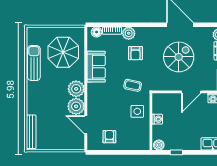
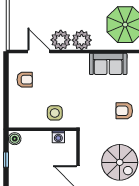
coffee table: (133, 85) -> (86, 107), removed
washing machine: (157, 119) -> (58, 137), moved
door: (86, 125) -> (39, 52), hinge flipped

